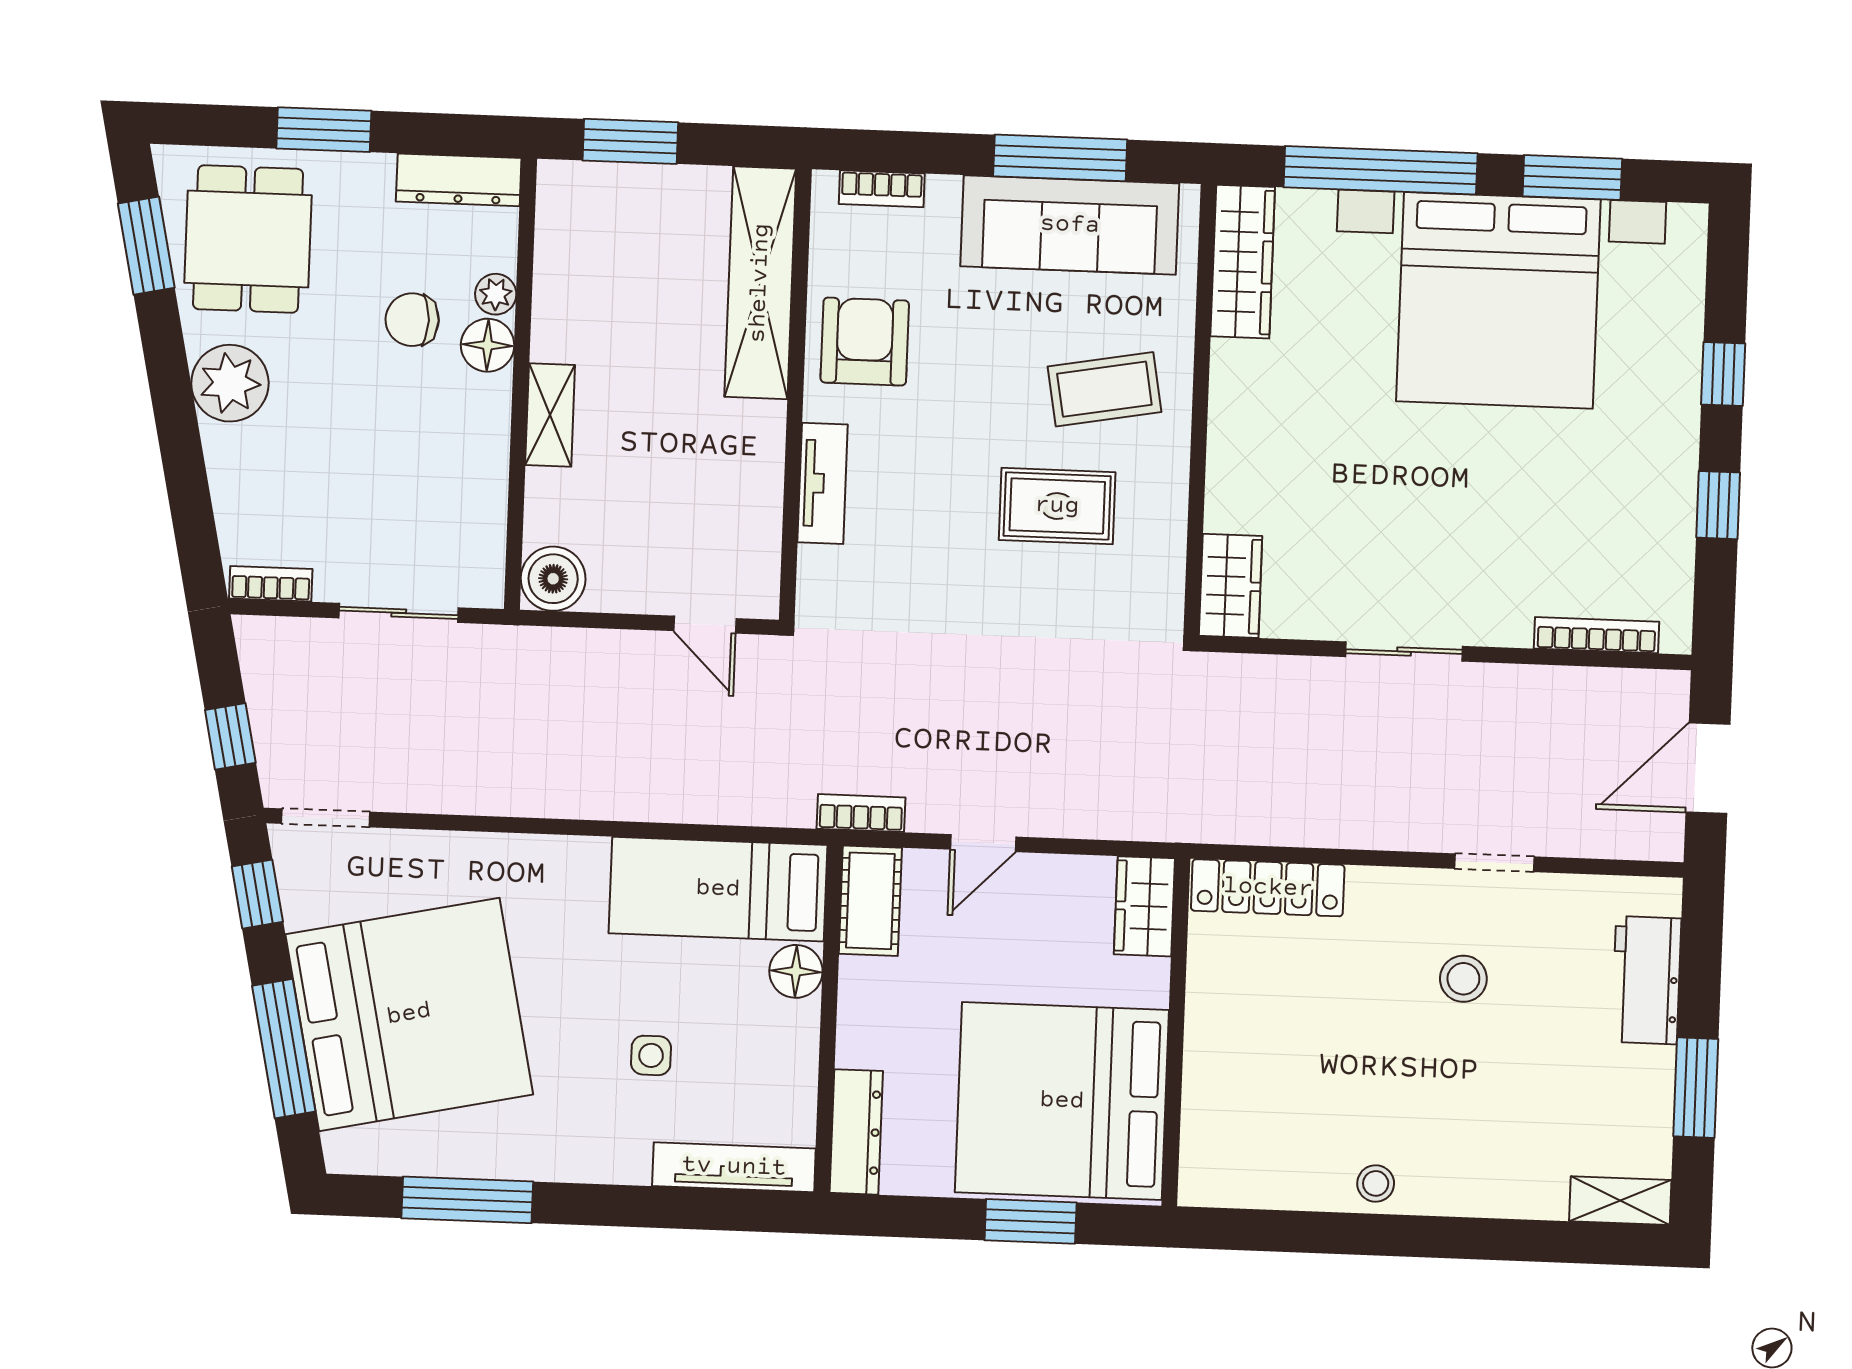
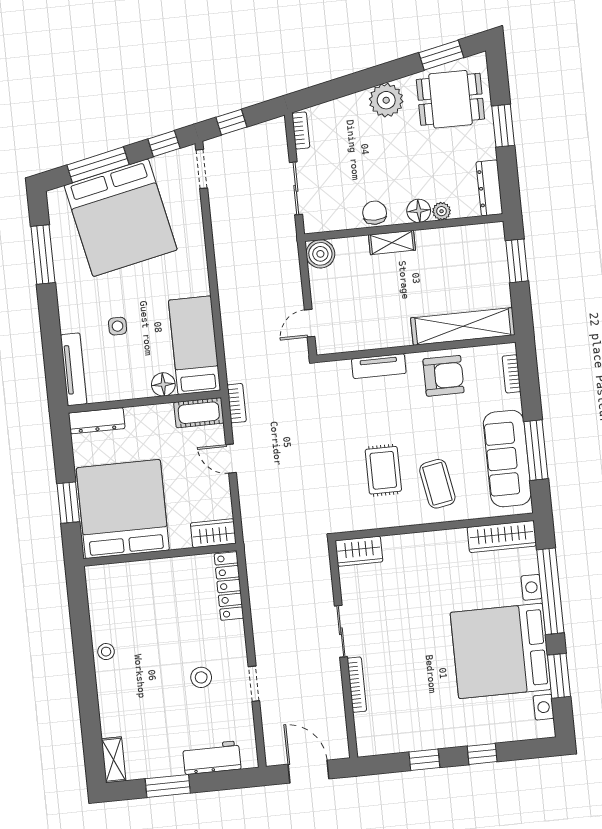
chair: (412, 320) -> (375, 213), moved
bookcase: (1596, 635) -> (357, 685), moved

